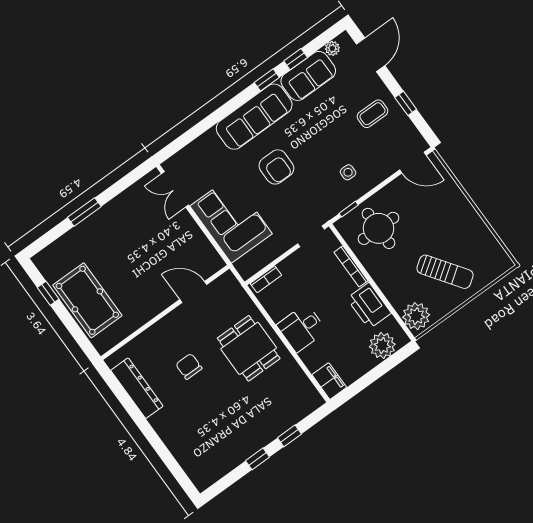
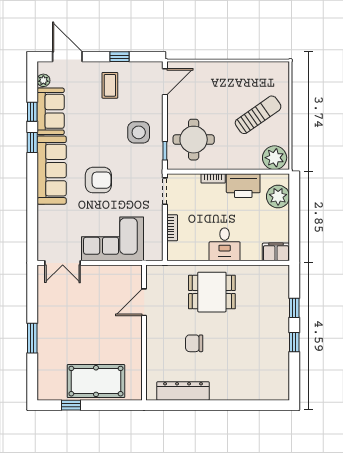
side table: (348, 172) -> (139, 132), width x1.87, depth x1.87
bookcase: (351, 266) -> (213, 178), width x0.64
bookcase: (266, 279) -> (172, 228), moved

